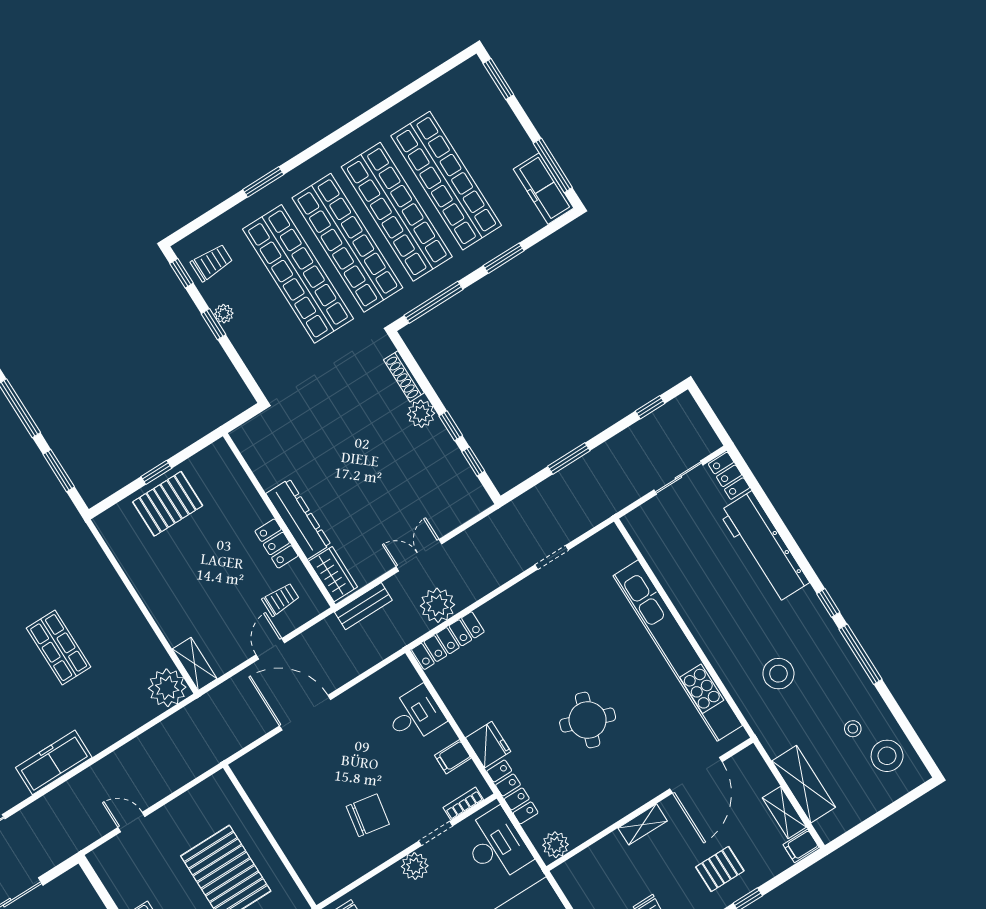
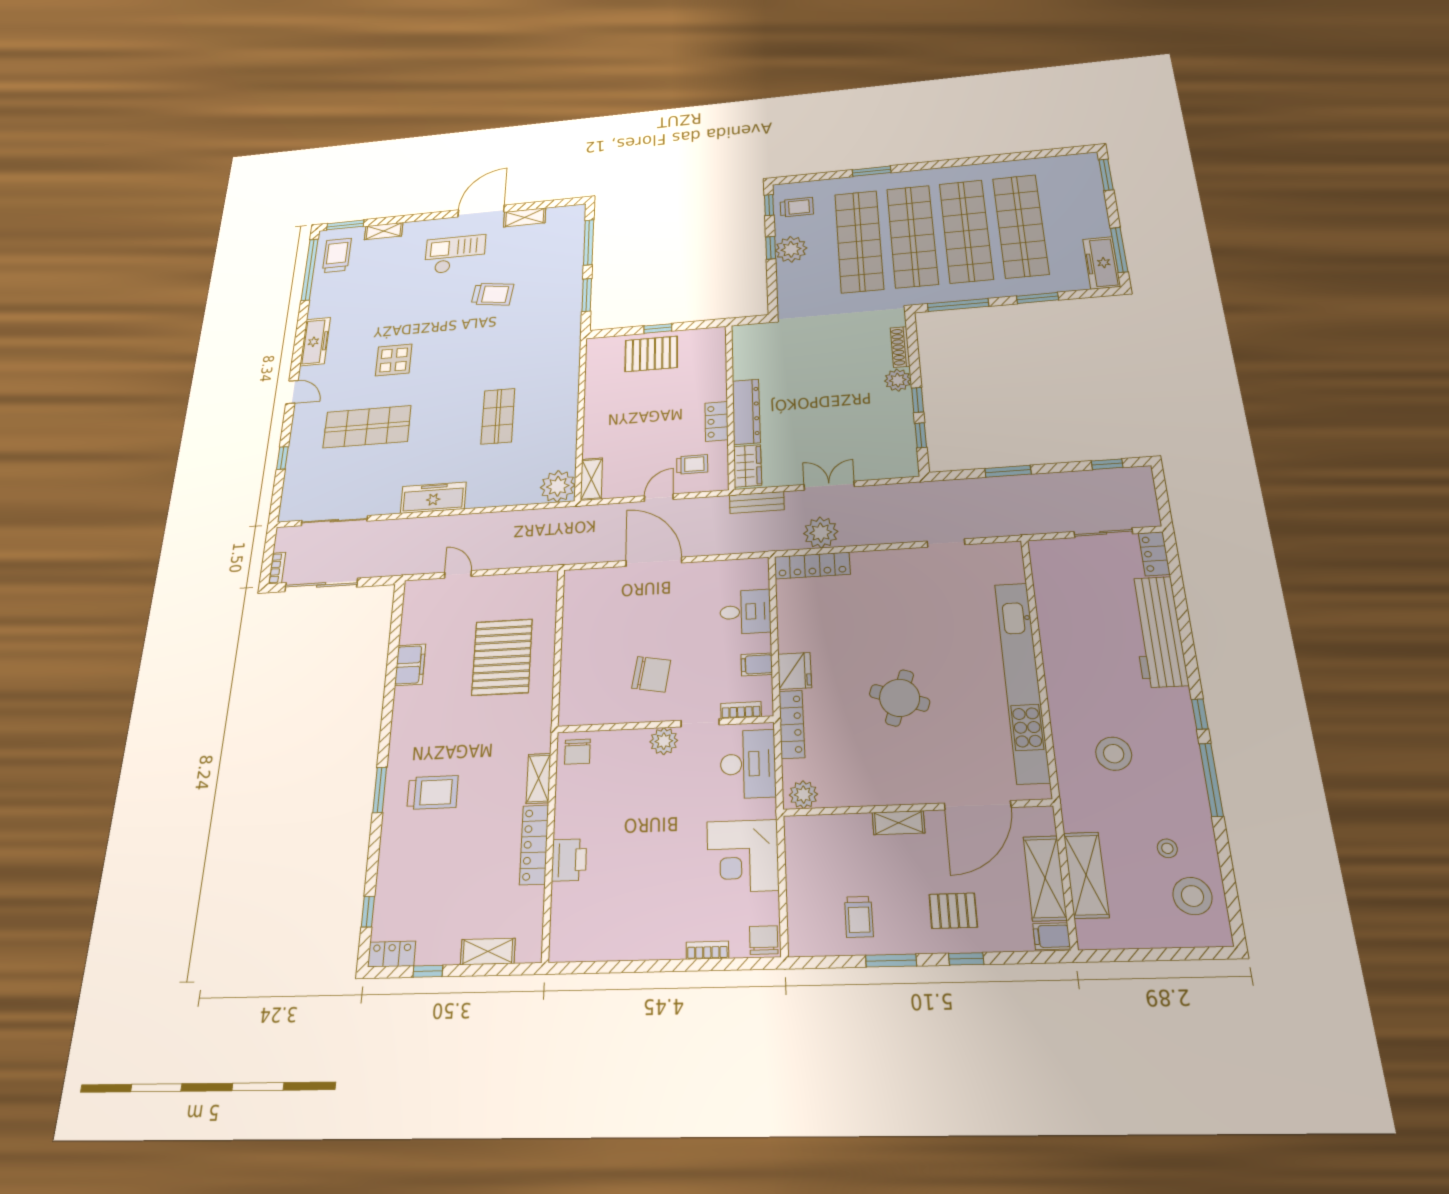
plant: (224, 314) -> (791, 249), width x1.87, depth x1.87
shelving: (784, 812) -> (1045, 878), width x1.50, depth x1.33

